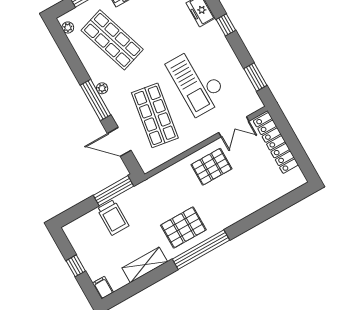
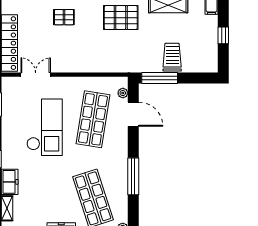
plant: (102, 88) -> (123, 93), moved
window: (96, 100) -> (133, 176), moved
pallet: (211, 167) -> (64, 17), moved, width x0.67, depth x0.71

